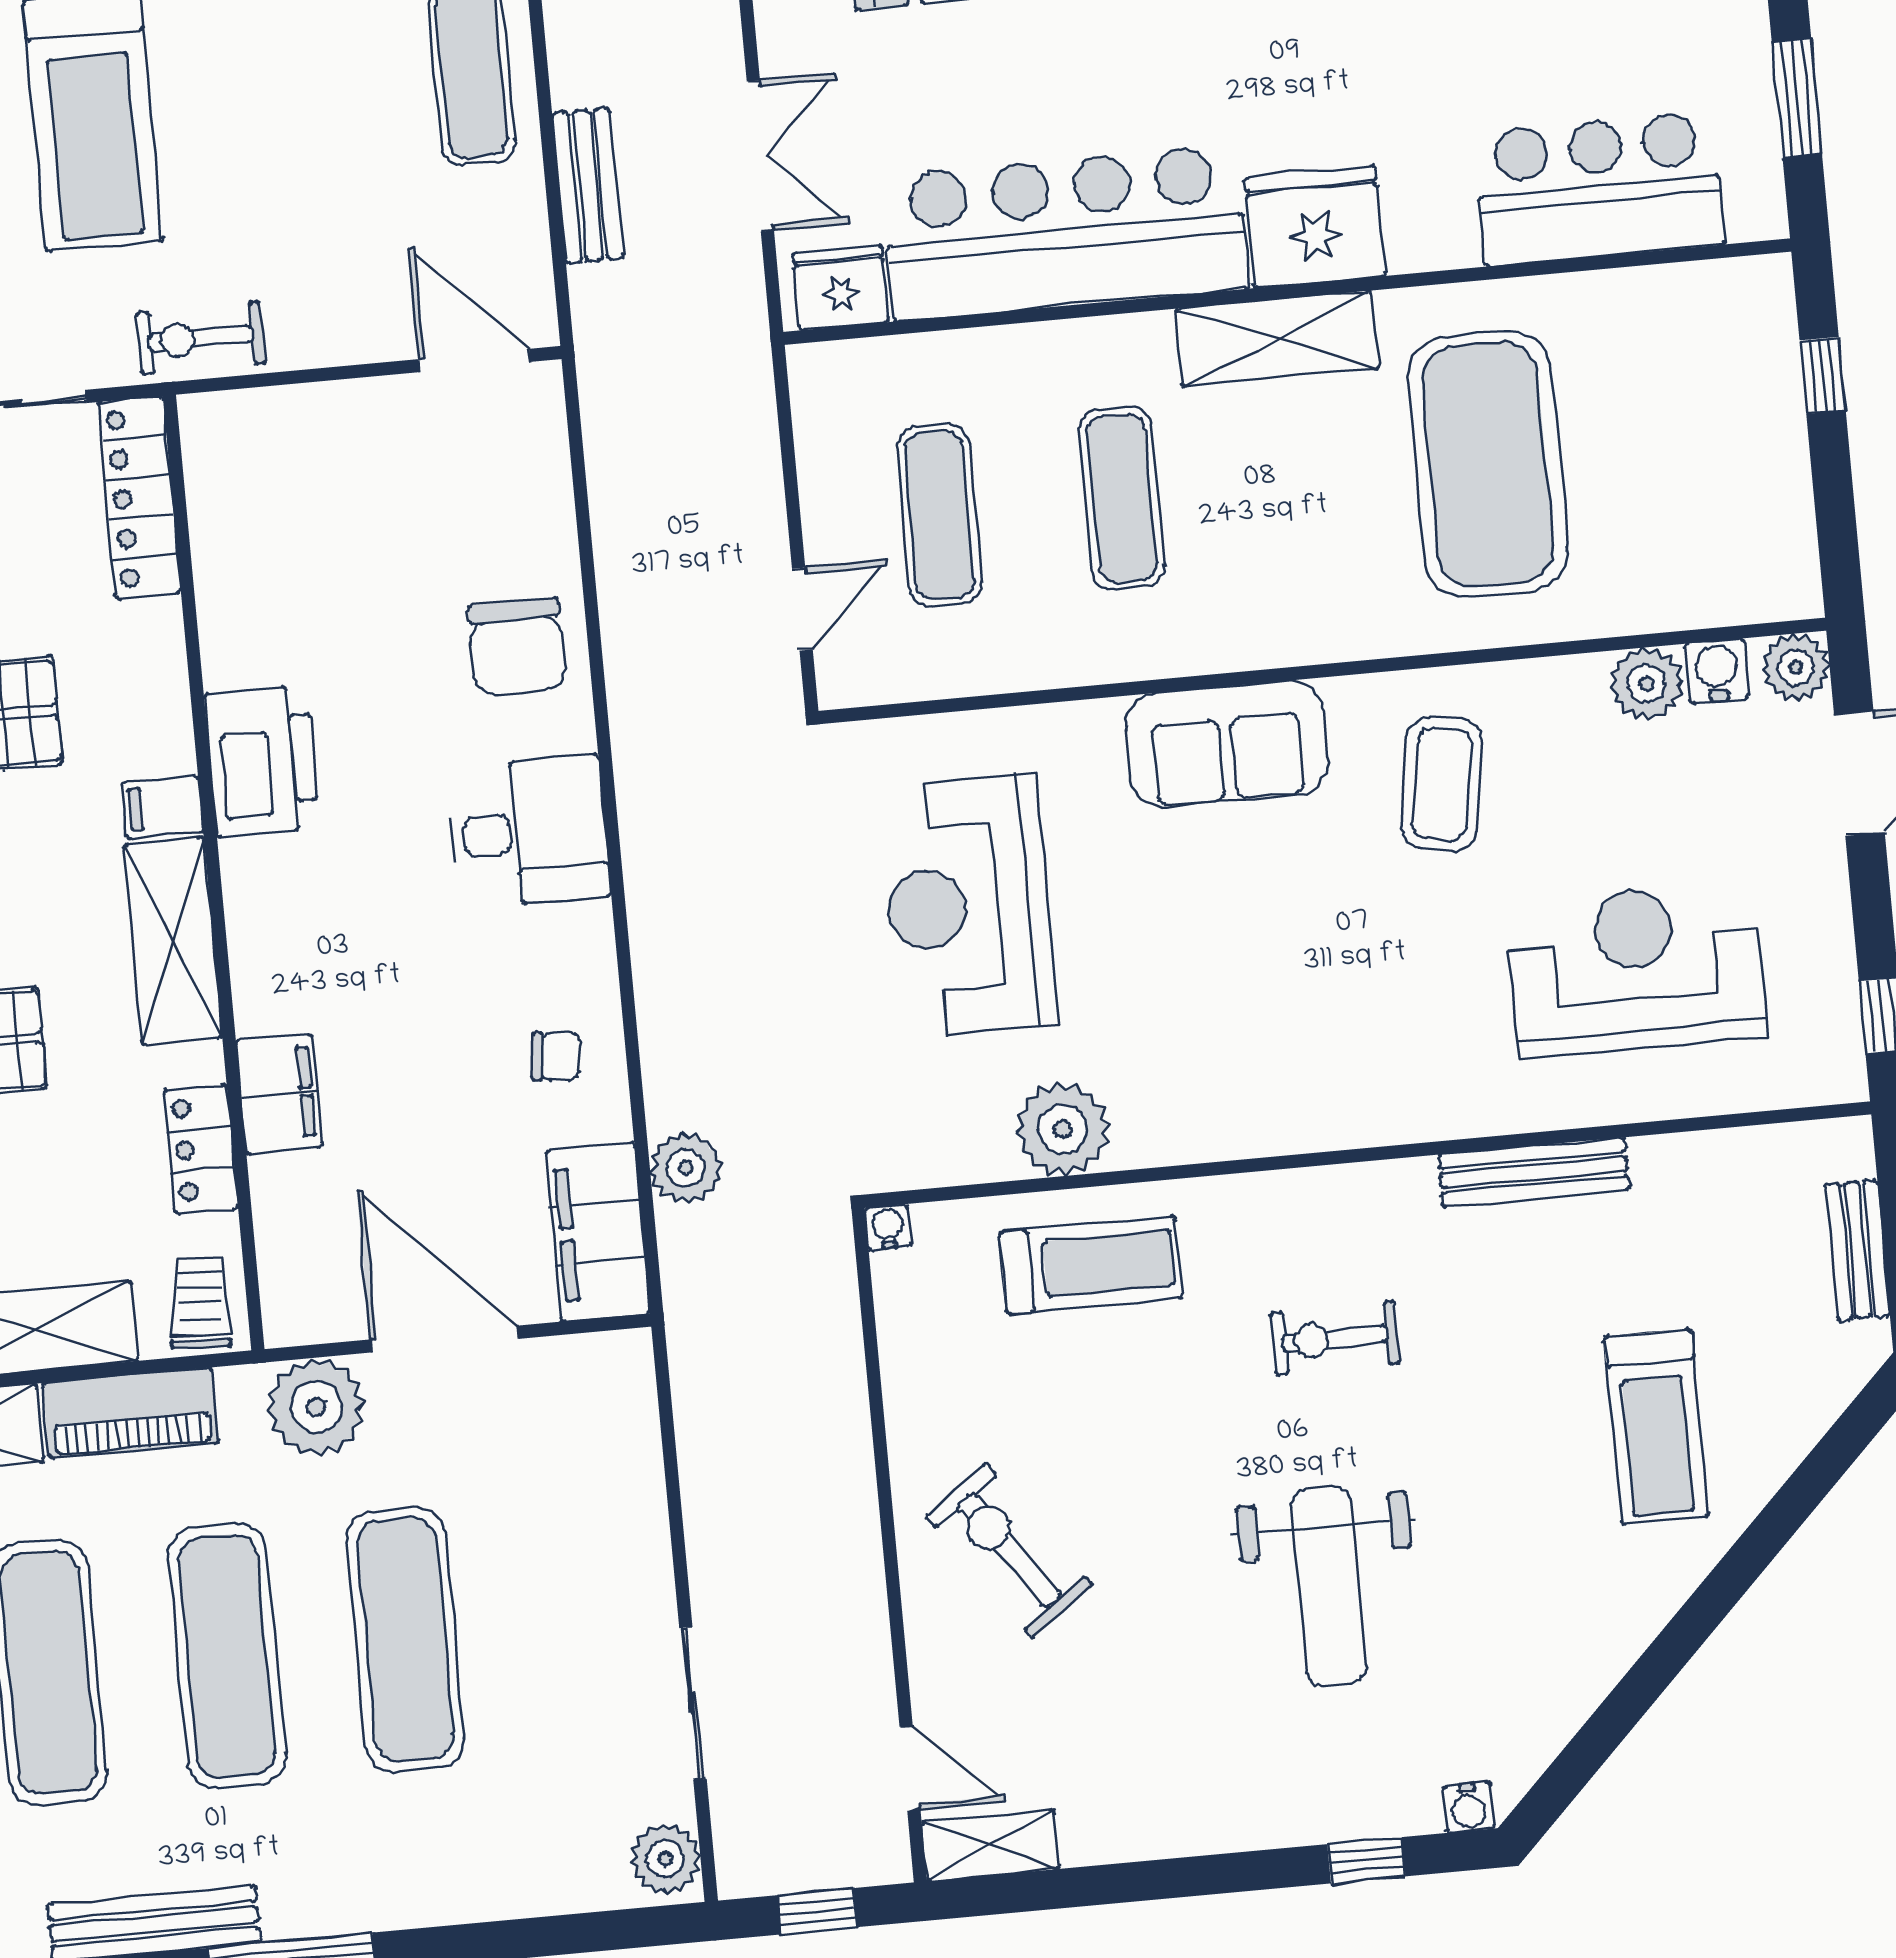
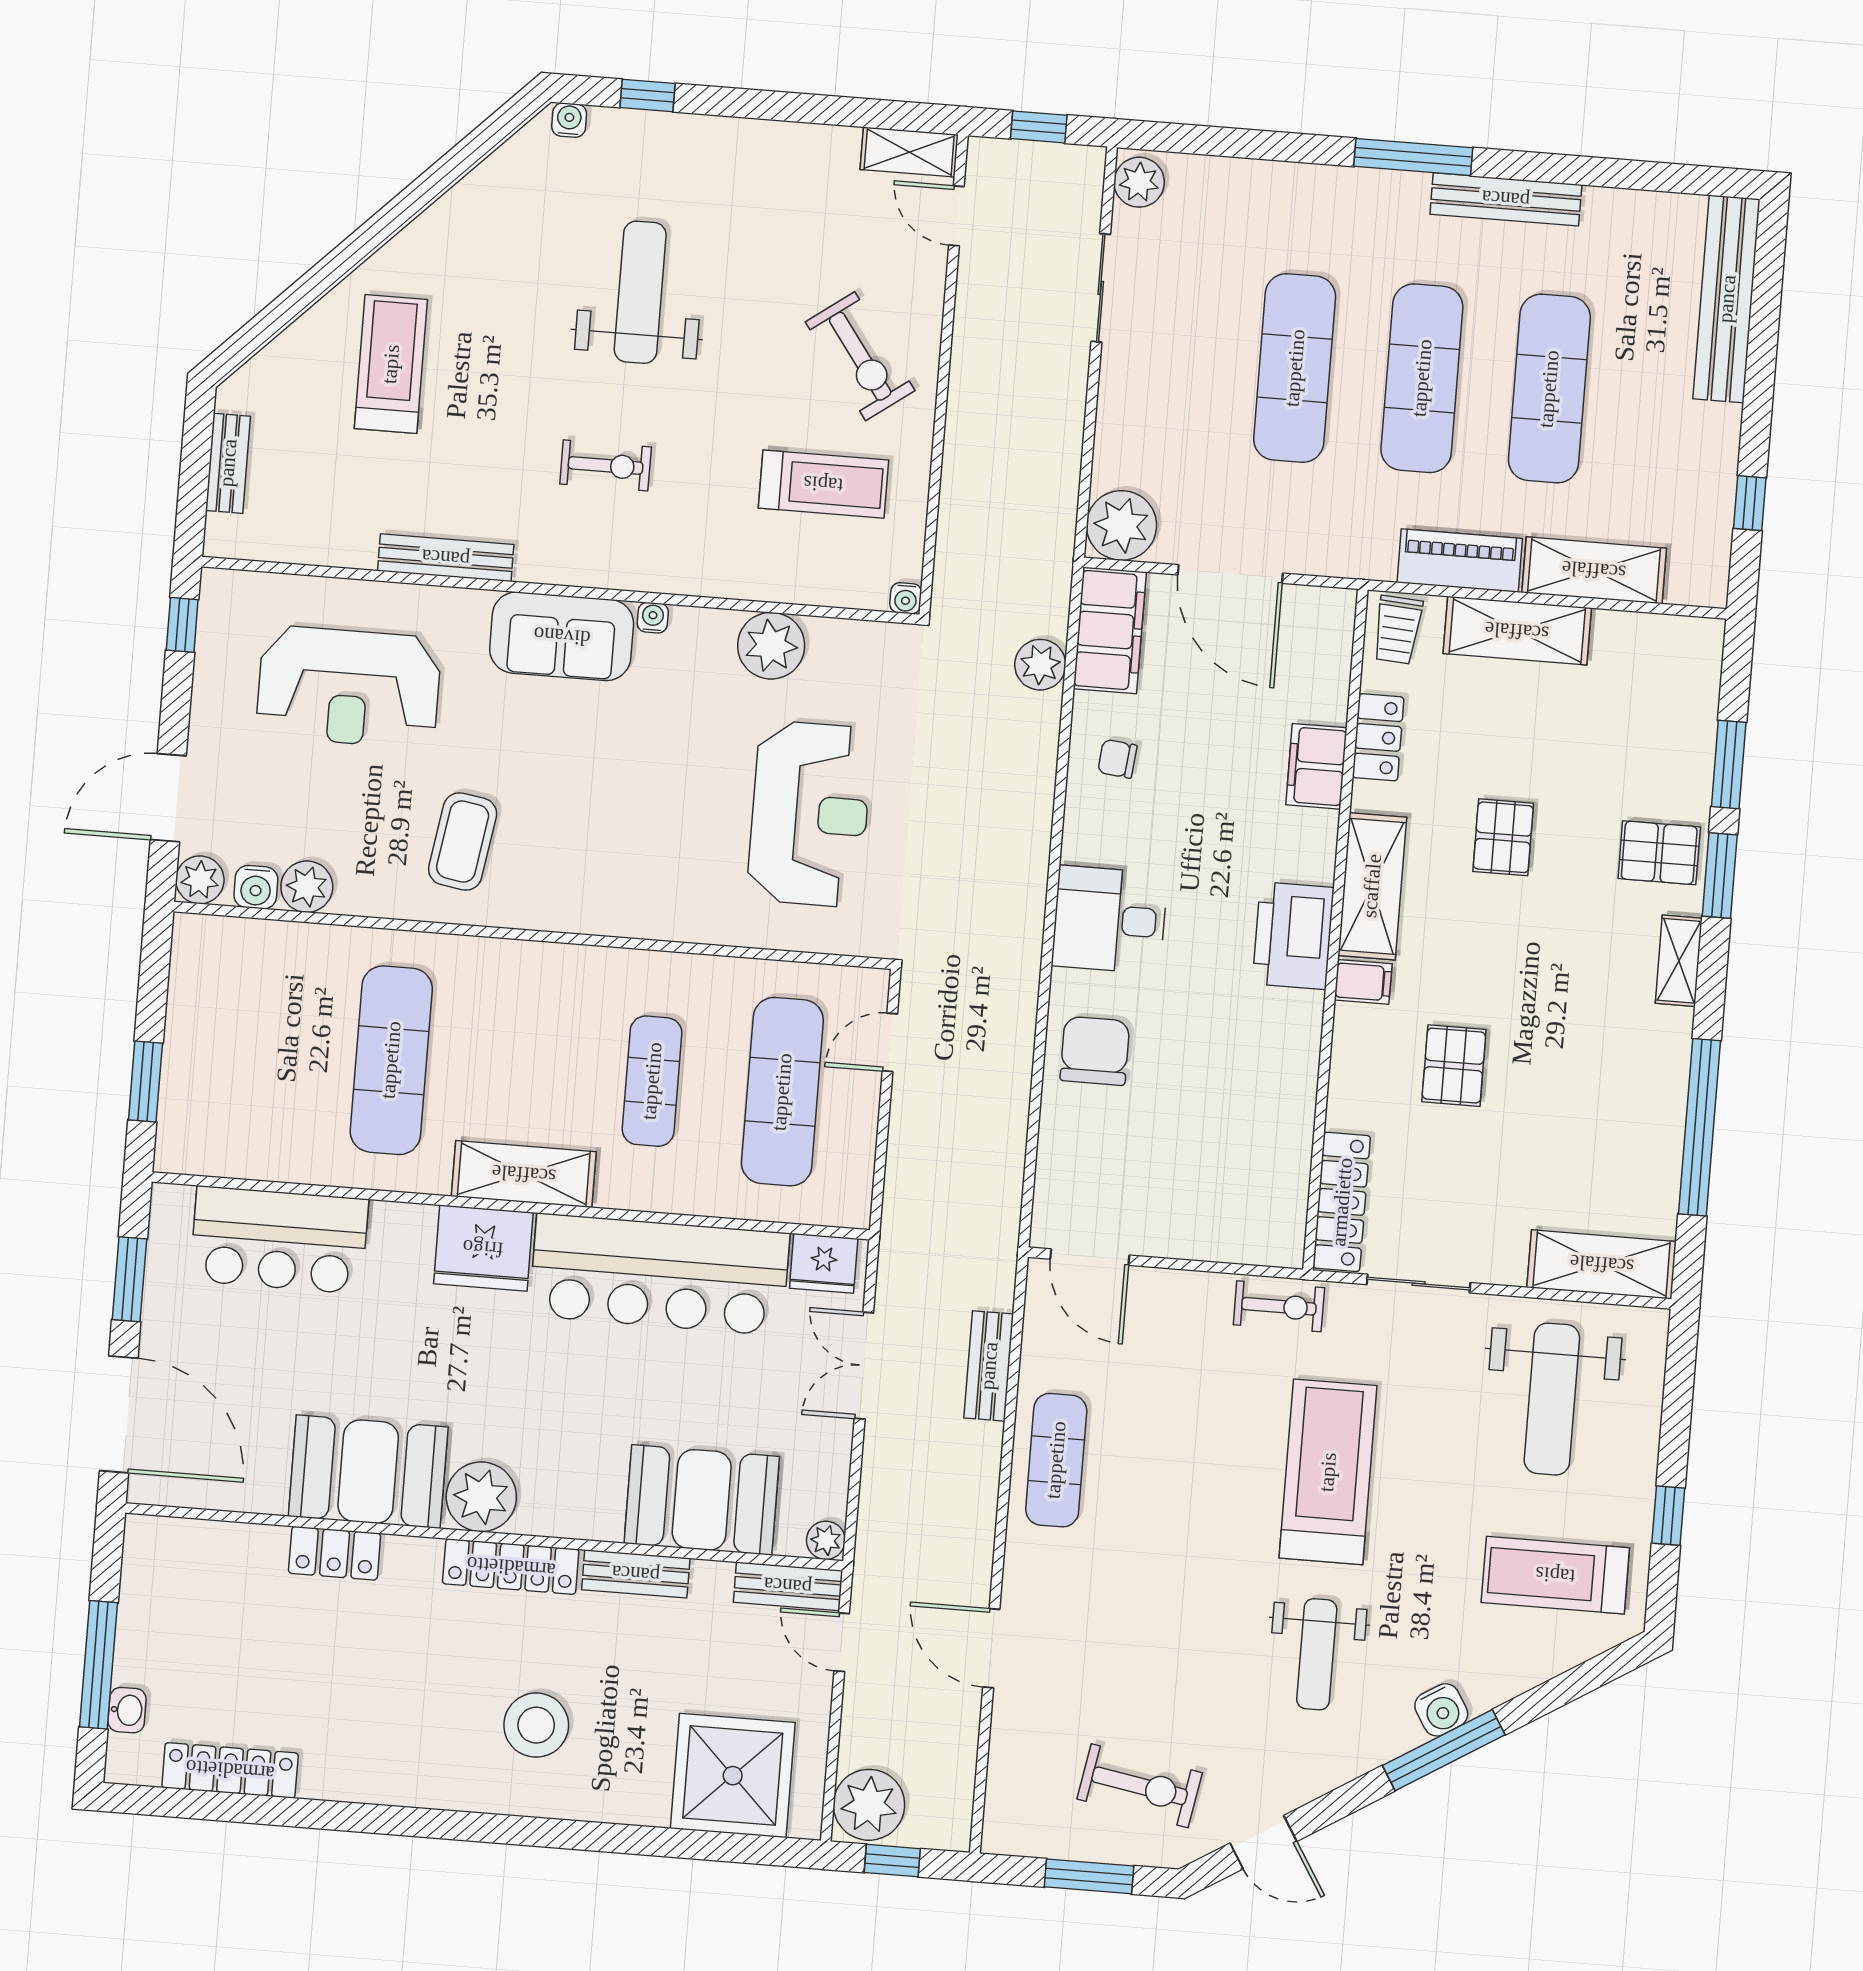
window: (1823, 375) -> (145, 1082), width x1.50
exercise mat: (1488, 464) -> (391, 1060), width x0.68
exercise mat: (939, 515) -> (782, 1092), width x1.36, depth x1.45
sofa: (1227, 744) -> (562, 636), moved, turned 180
printer: (262, 761) -> (1293, 936), moved
water cooler: (1233, 1139) -> (653, 618), added
treadmill: (1091, 1265) -> (823, 484), moved, turned 180
plant: (316, 1407) -> (1121, 525), moved

